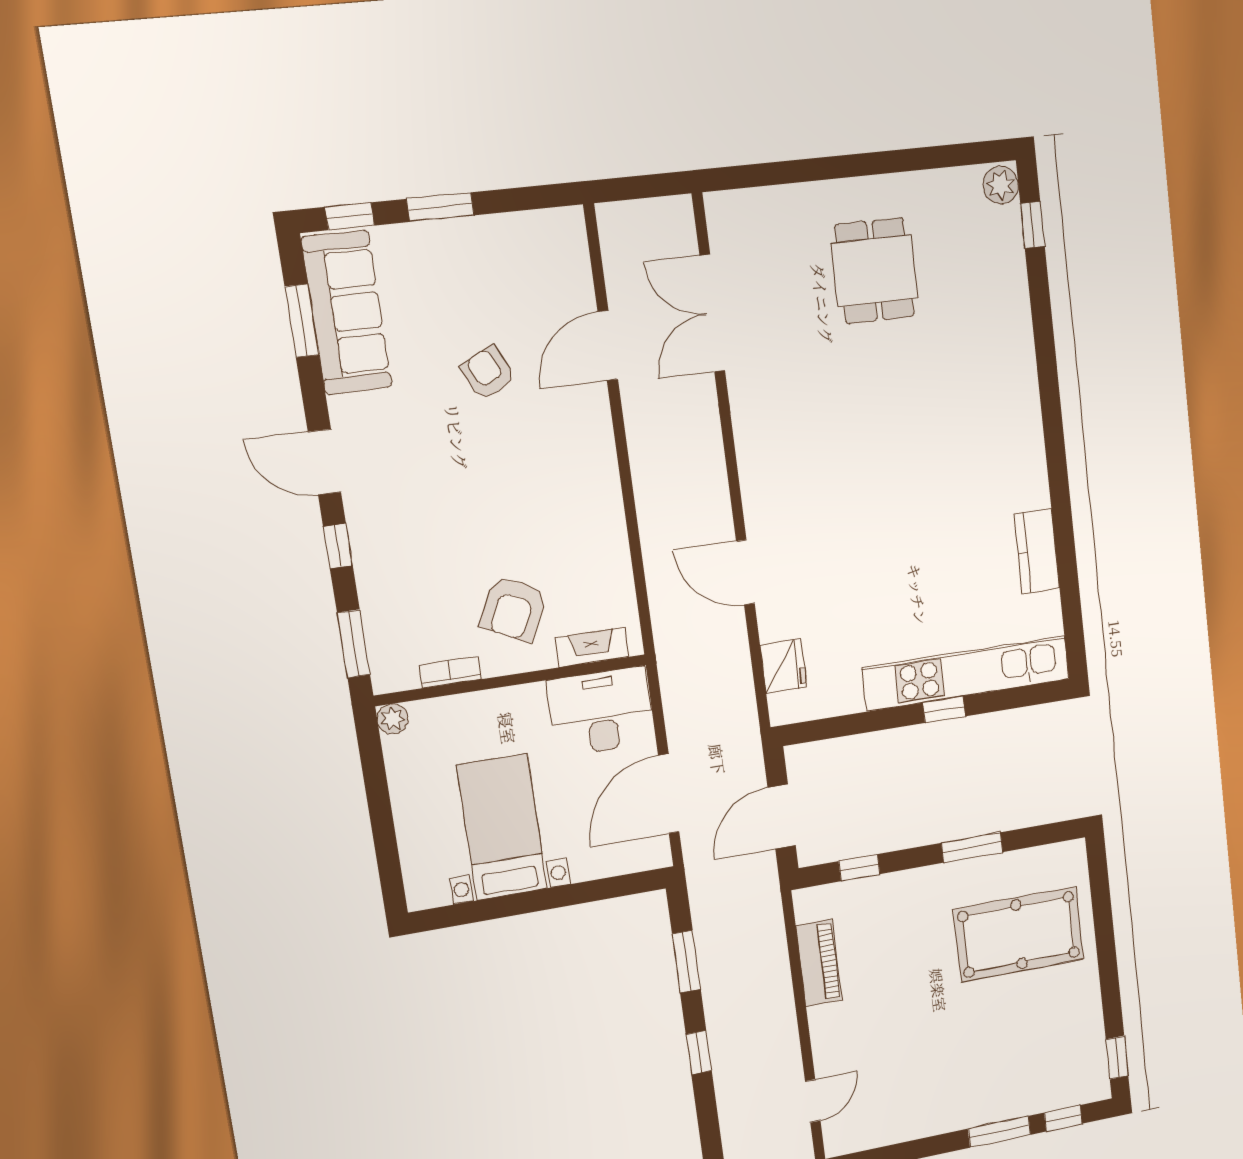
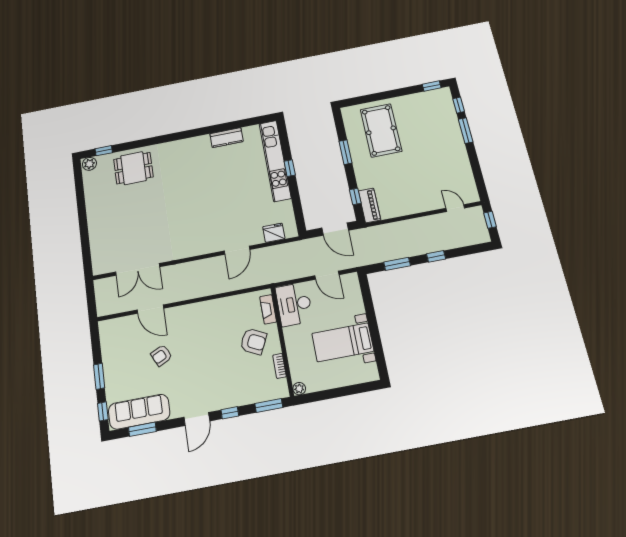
dining table: (874, 271) -> (133, 168), moved
door: (669, 794) -> (327, 275), width x0.73
piano: (819, 963) -> (370, 205), moved, turned 90

